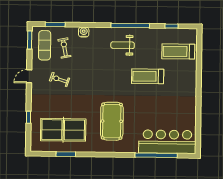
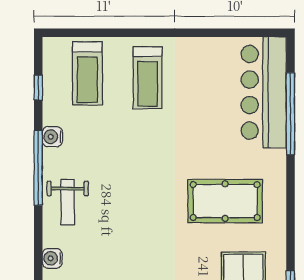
water cooler: (146, 33) -> (52, 137), added
weight bench: (123, 45) -> (68, 202), moved
treadmill: (148, 76) -> (148, 78), moved

